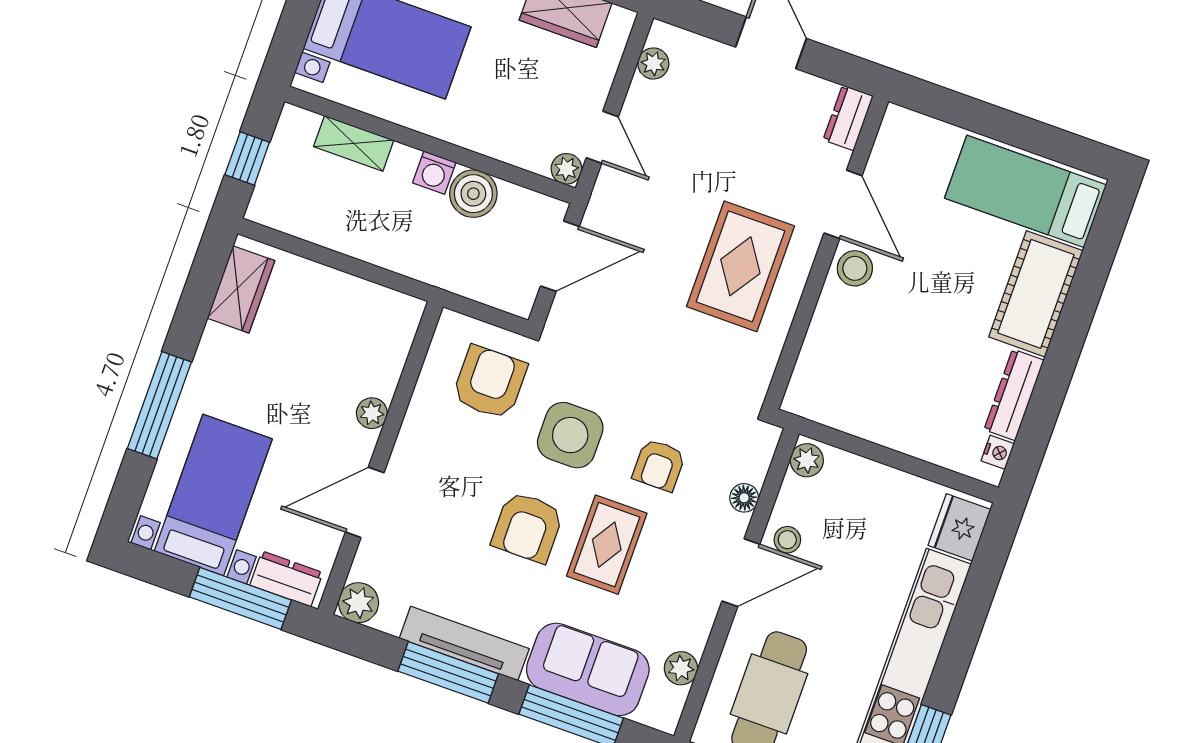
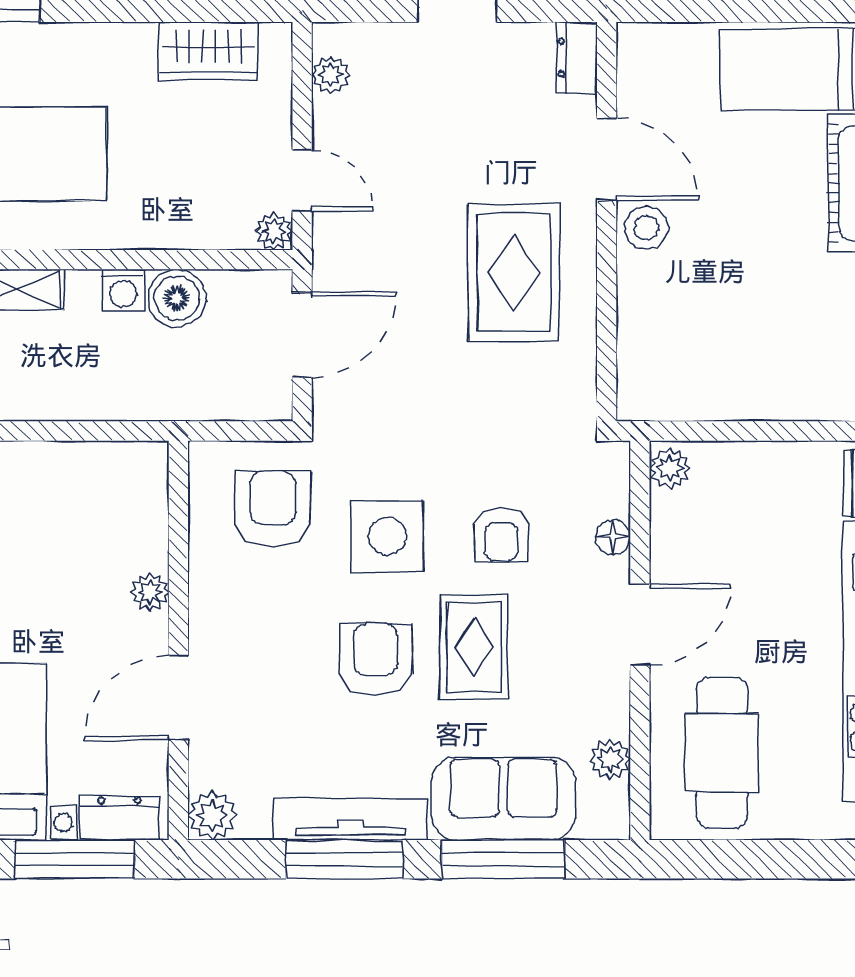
armchair: (527, 527) -> (376, 660), turned 180
stool: (787, 540) -> (680, 568), removed

